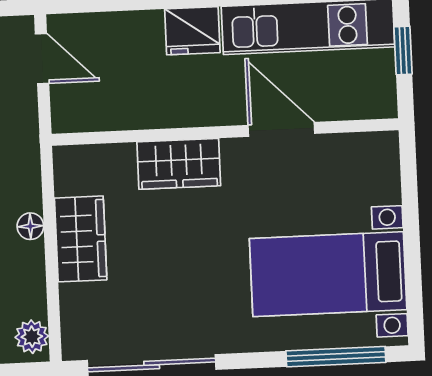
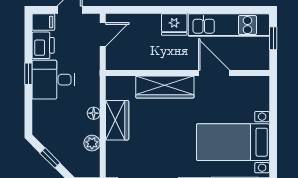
door: (42, 59) -> (103, 34), hinge flipped
wardrobe: (179, 164) -> (165, 87), width x1.50
plant: (32, 337) -> (92, 143), moved

